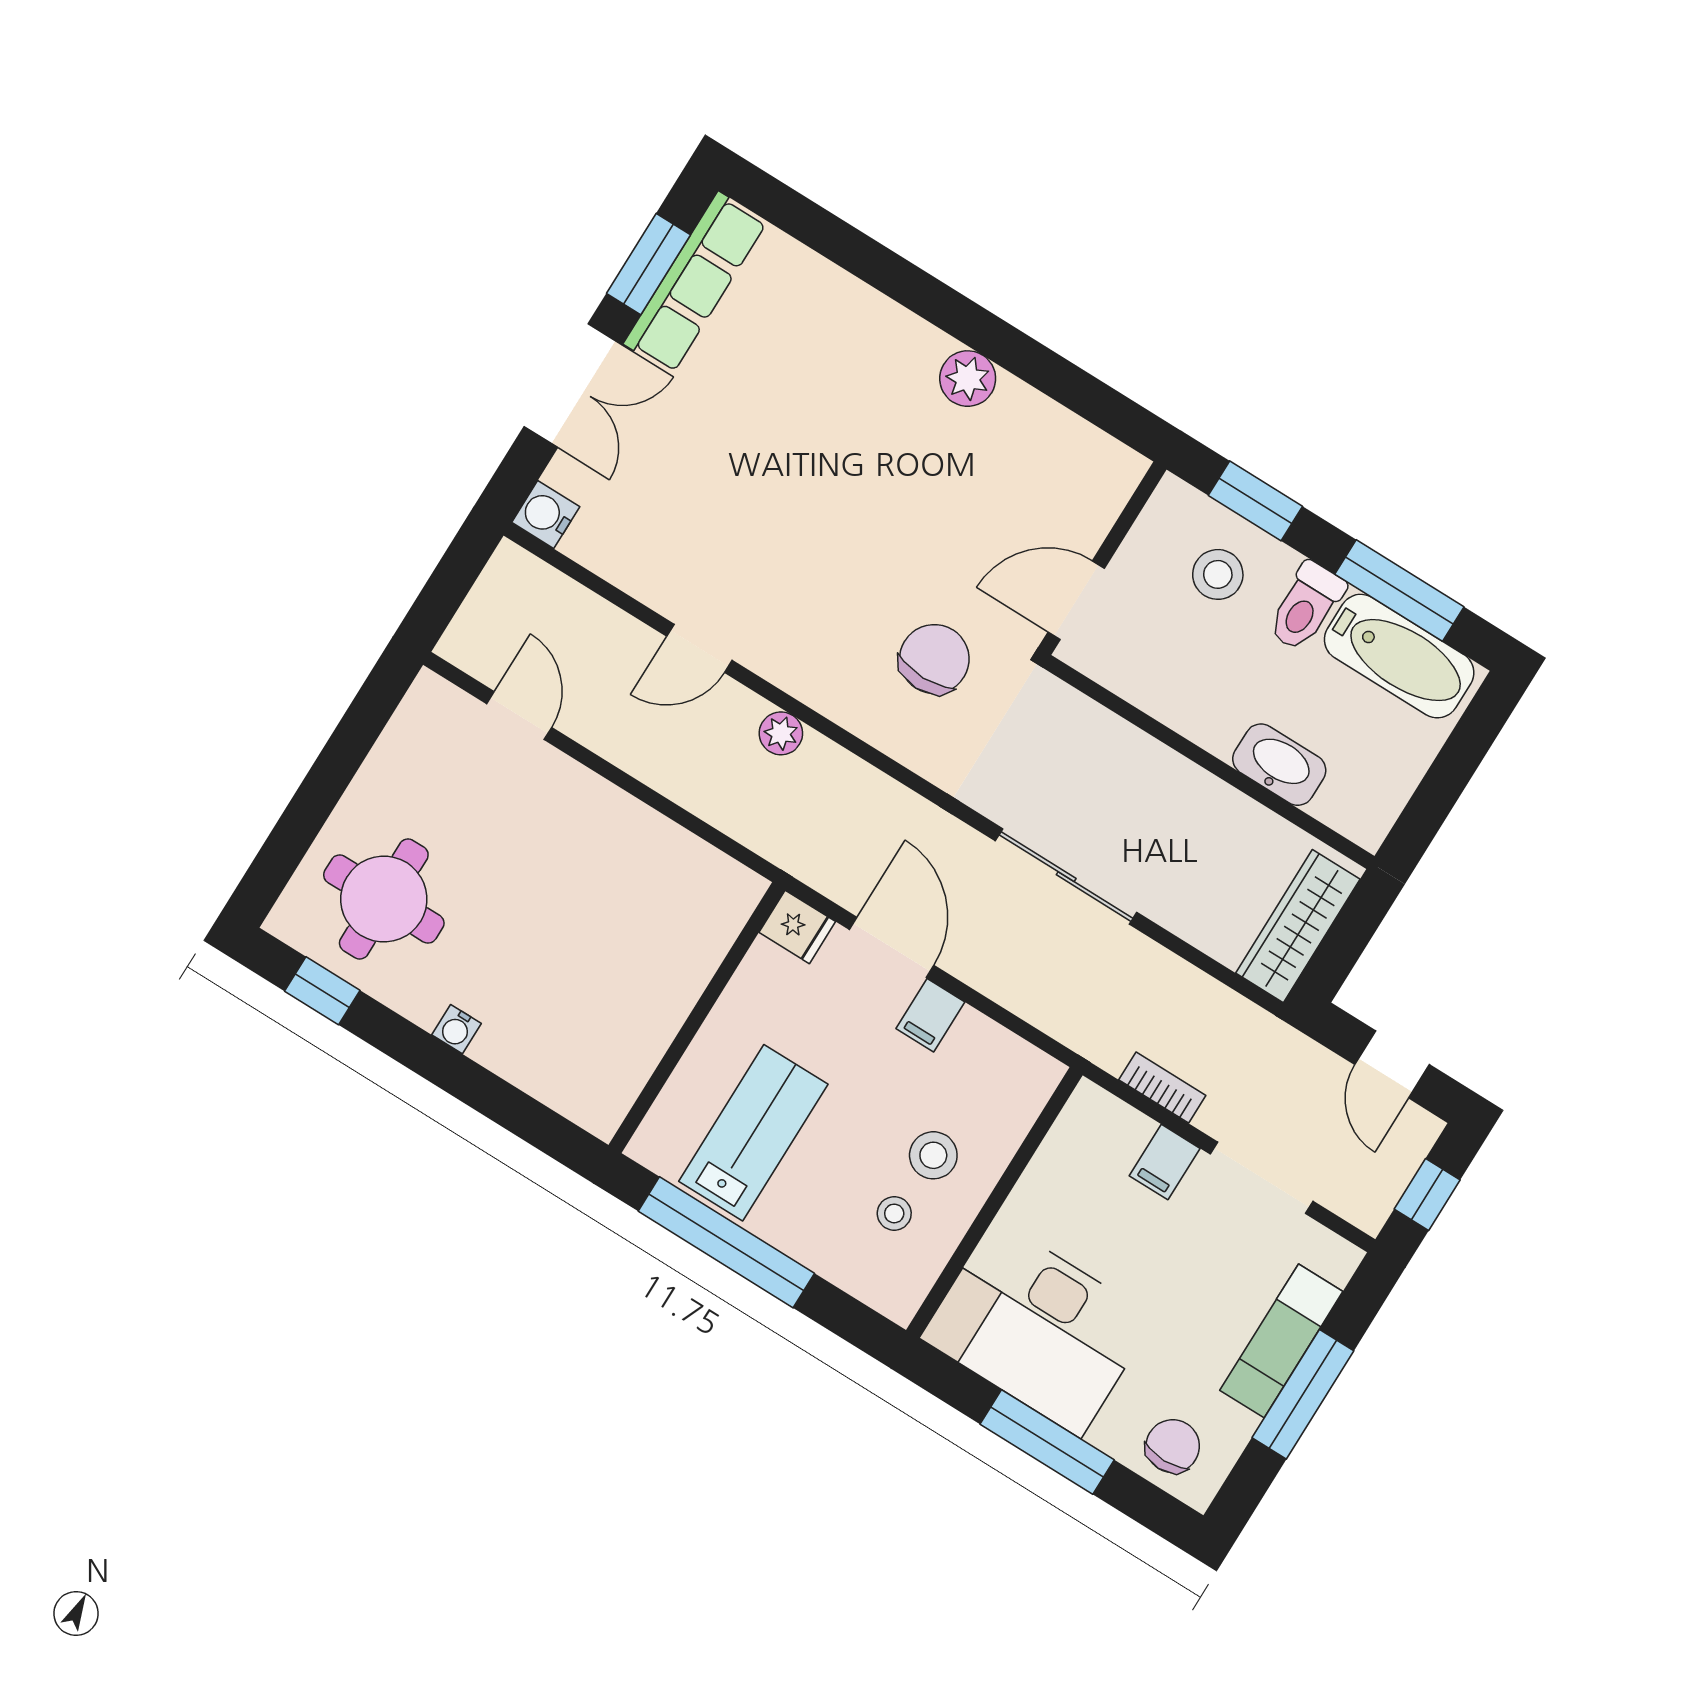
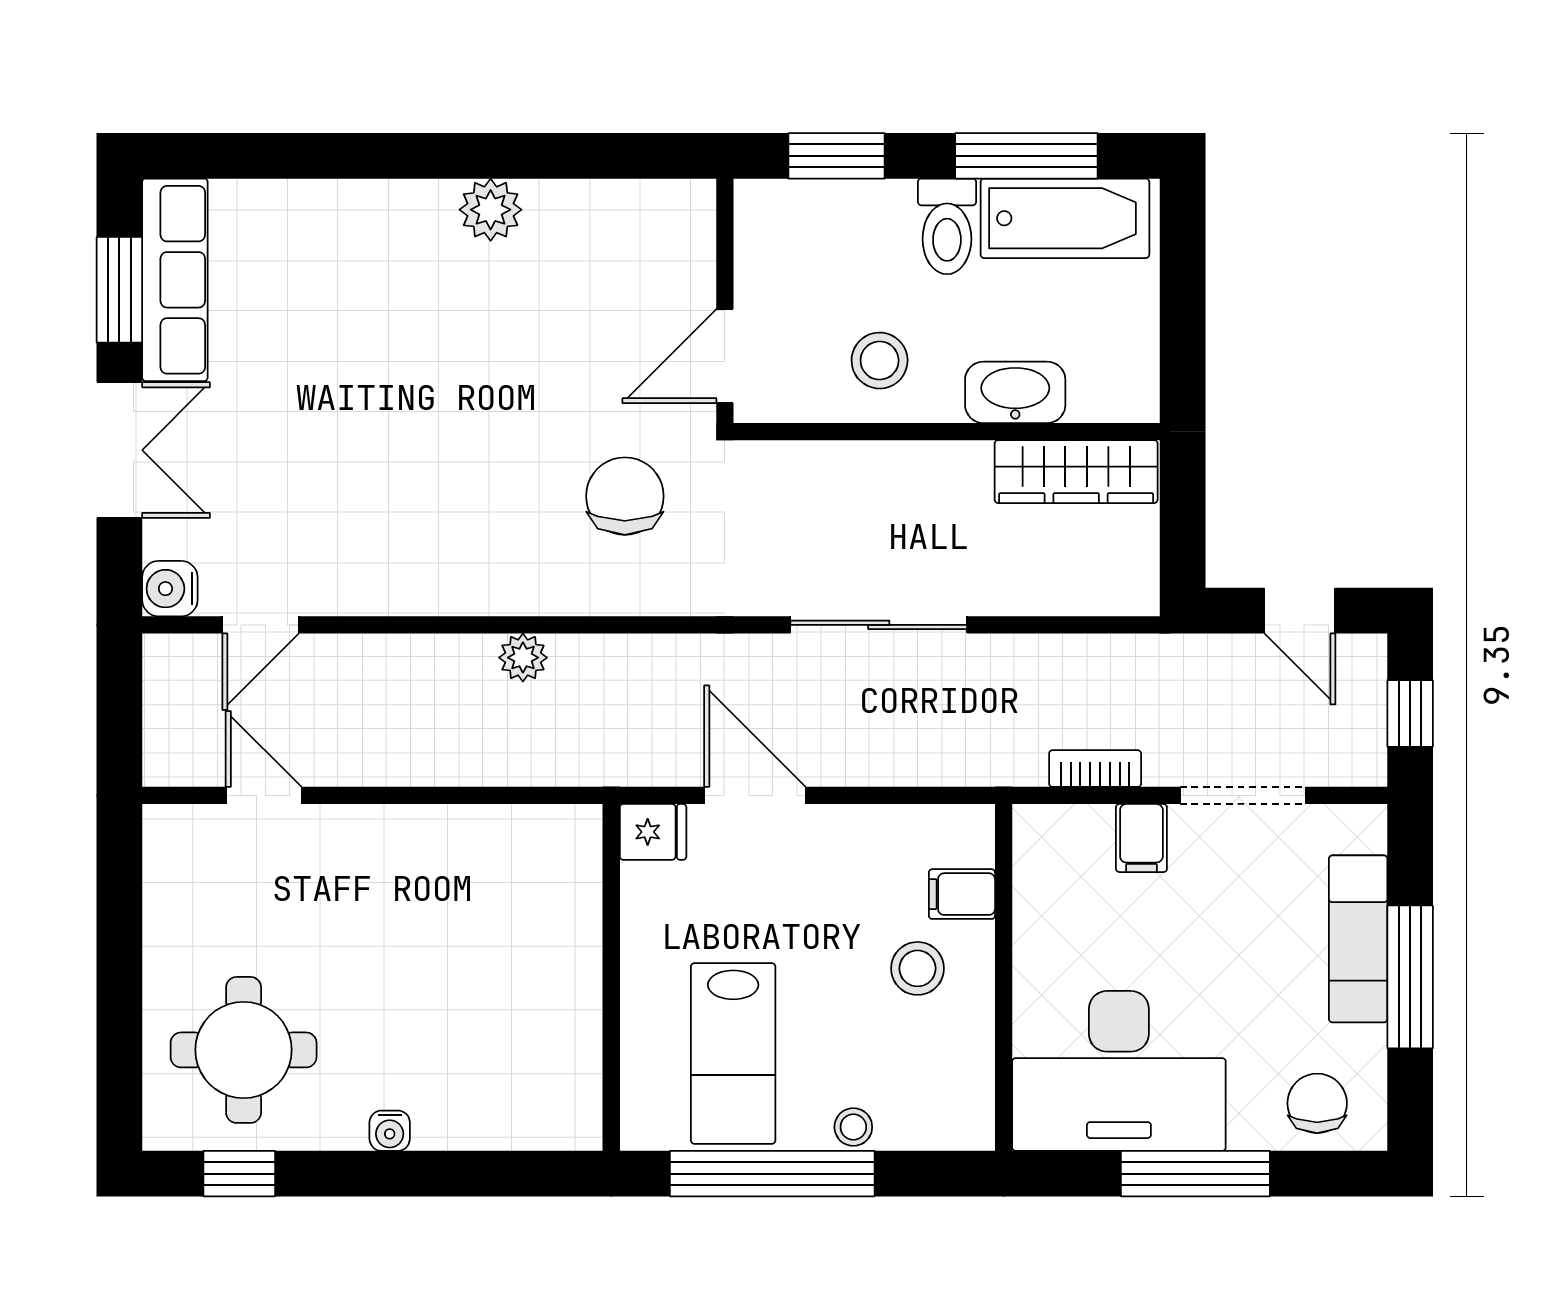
stool: (1218, 574) -> (880, 361), moved
door: (699, 648) -> (261, 625), moved
wardrobe: (1298, 926) -> (1076, 472), moved, turned -90
filing cabinet: (930, 1015) -> (962, 894), moved, turned 90
lab bench: (753, 1133) -> (733, 1053), turned 180
stool: (894, 1213) -> (853, 1127), moved

